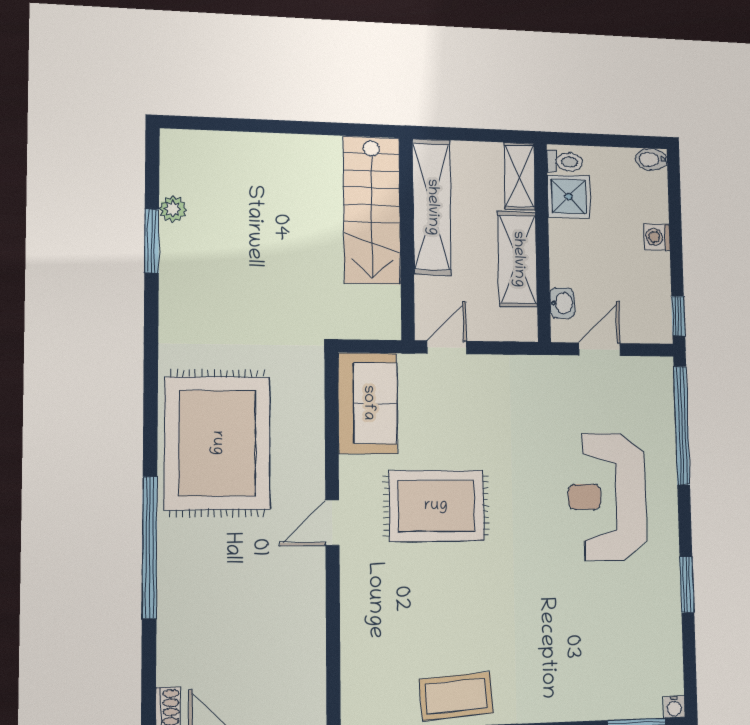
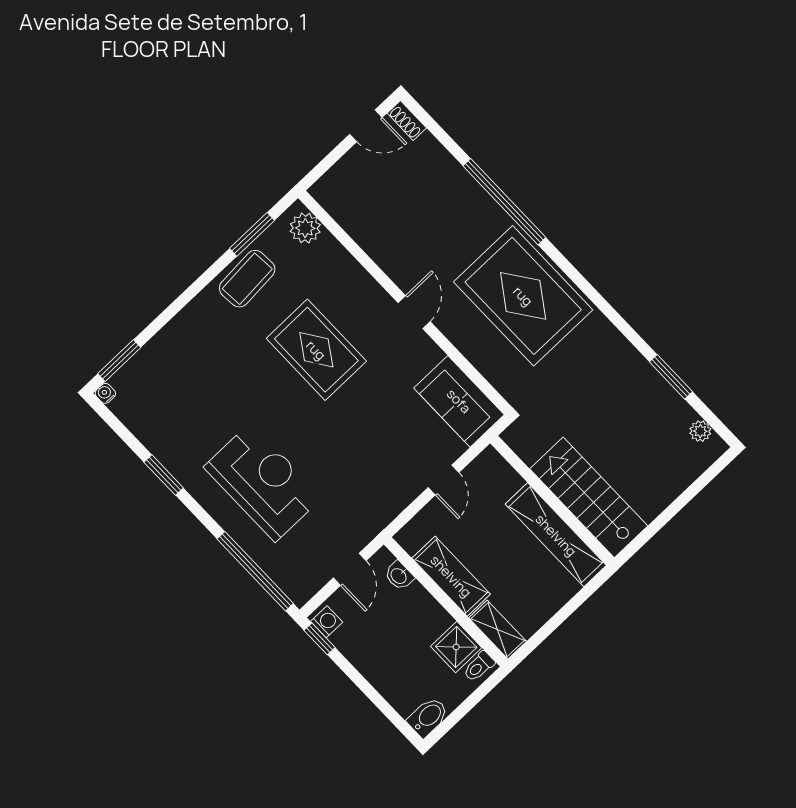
bidet: (651, 159) -> (428, 717), width x1.38, depth x1.36
shelving: (432, 207) -> (556, 535), moved
plant: (173, 209) -> (700, 431), moved
stairs: (372, 210) -> (589, 497), moved
washing machine: (657, 237) -> (327, 622), moved
wall: (407, 238) -> (552, 500), moved
rug: (436, 506) -> (316, 350), moved, turned 90
plant: (360, 695) -> (305, 228), added

